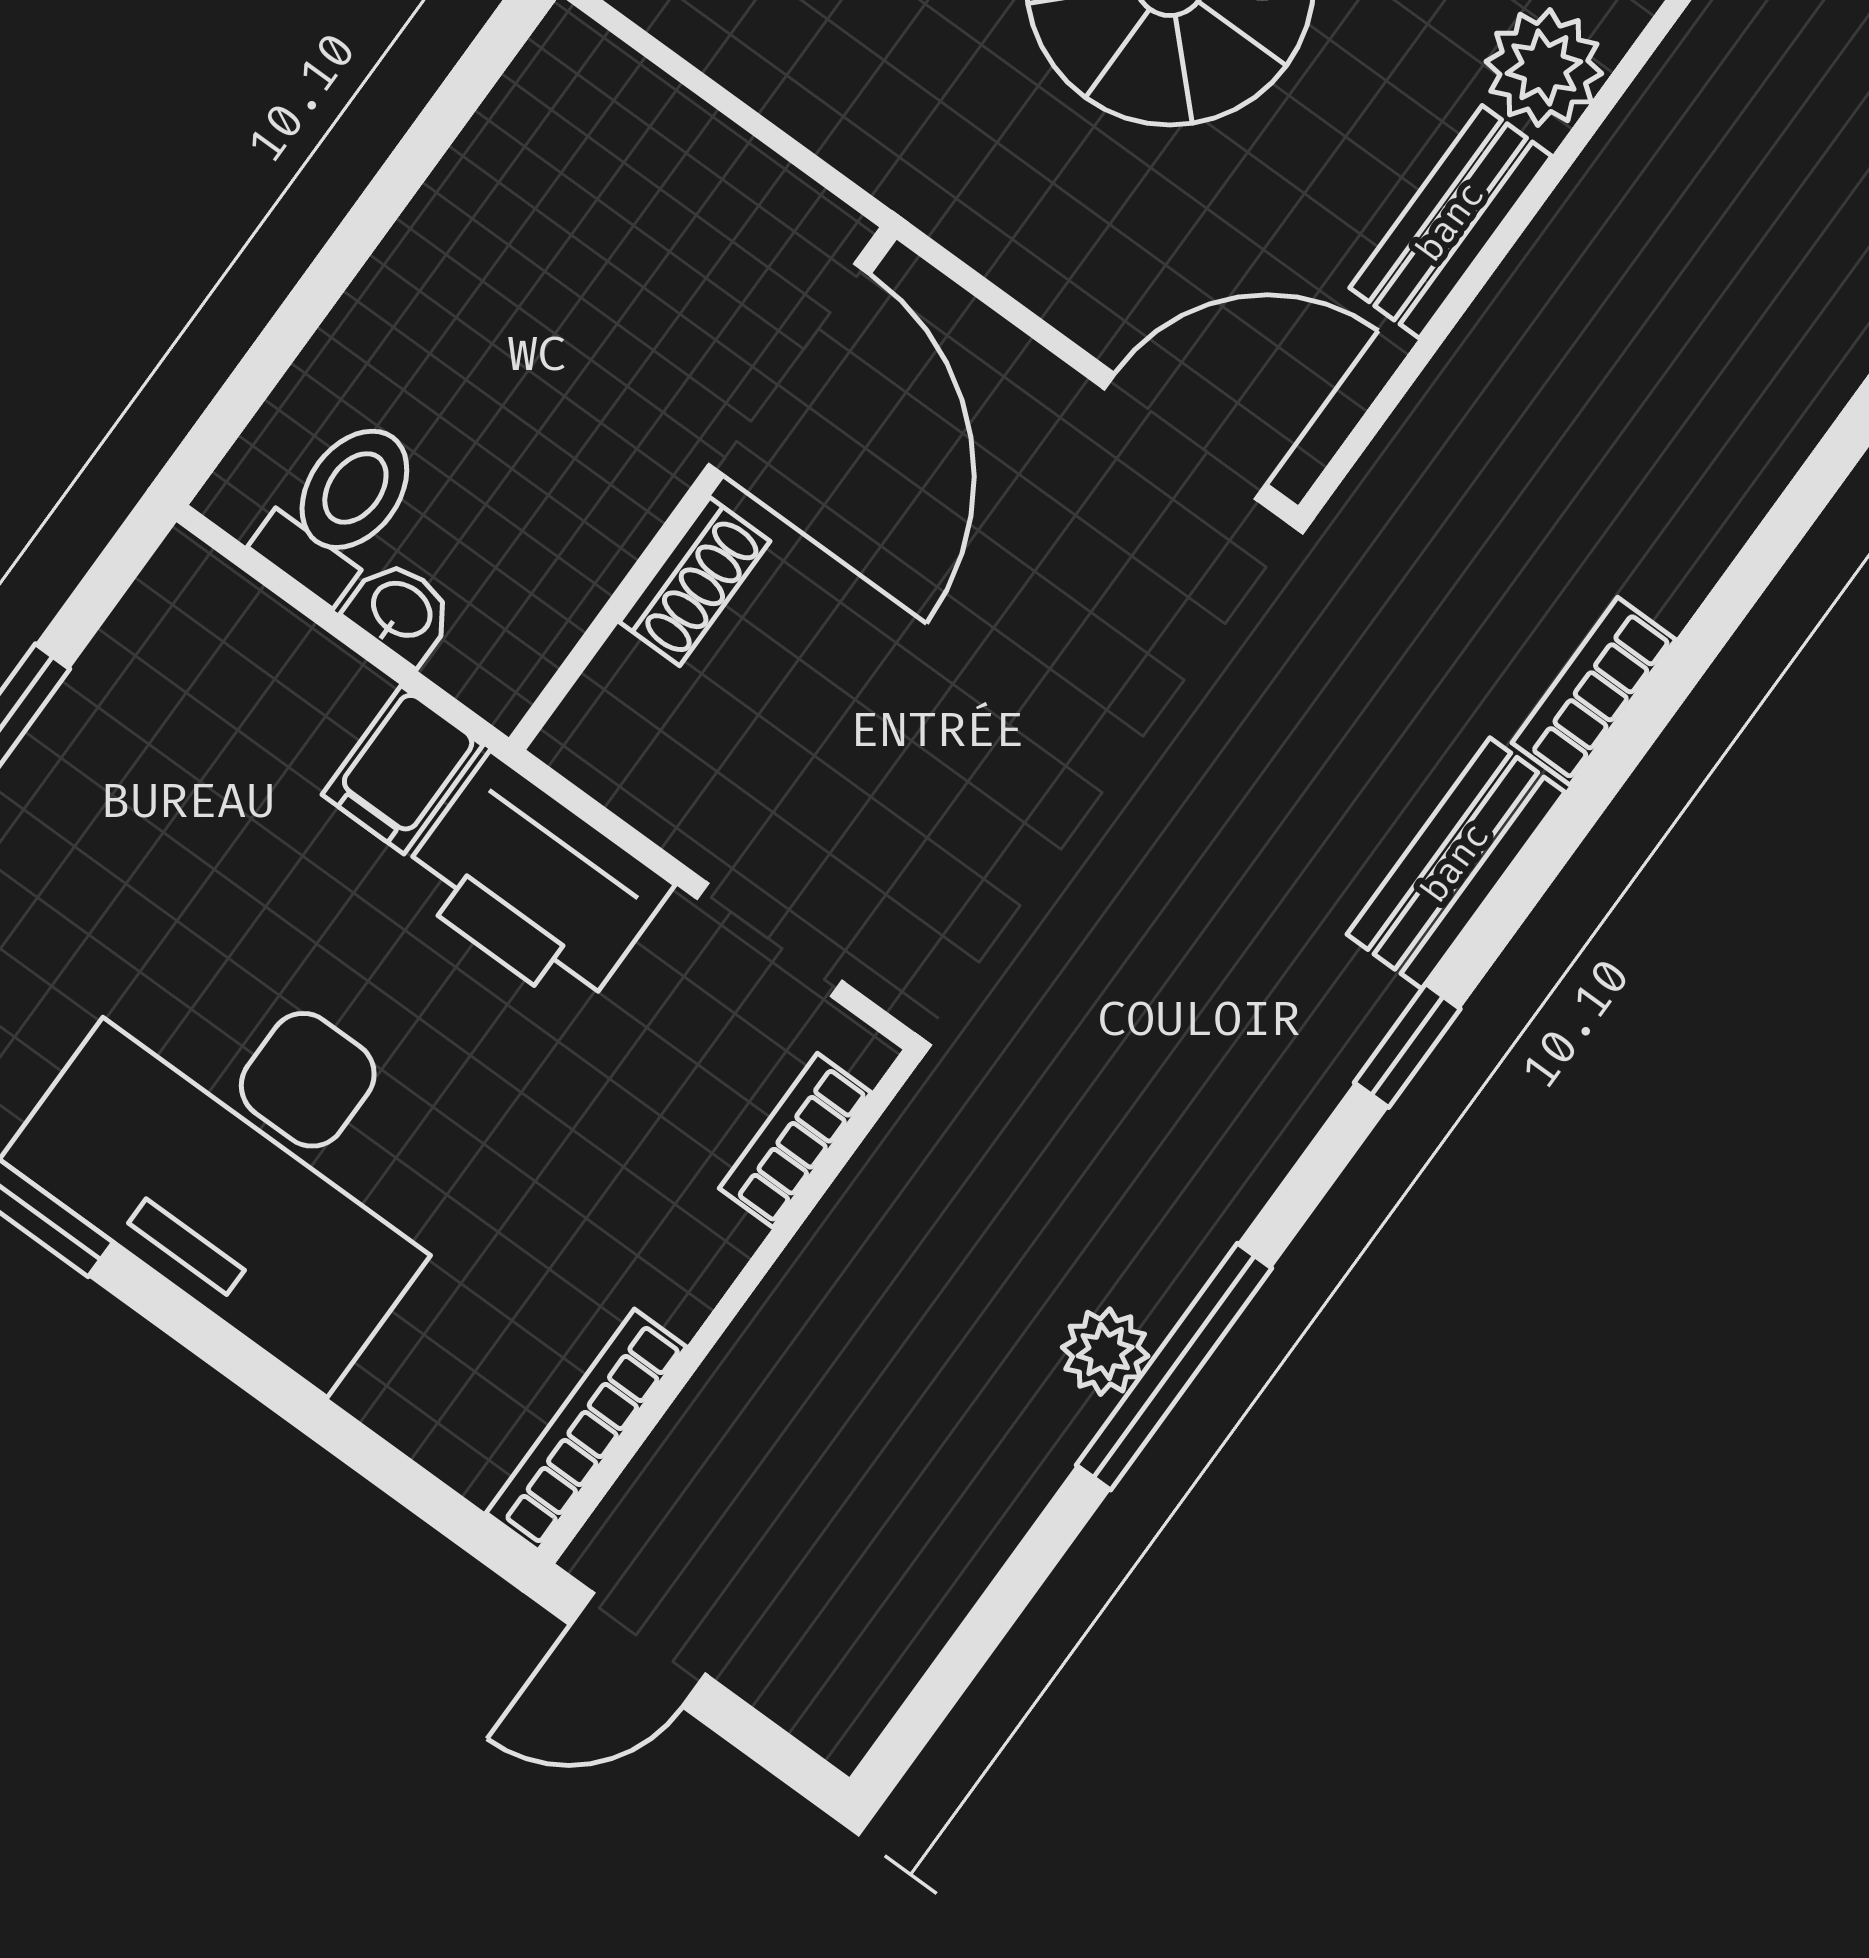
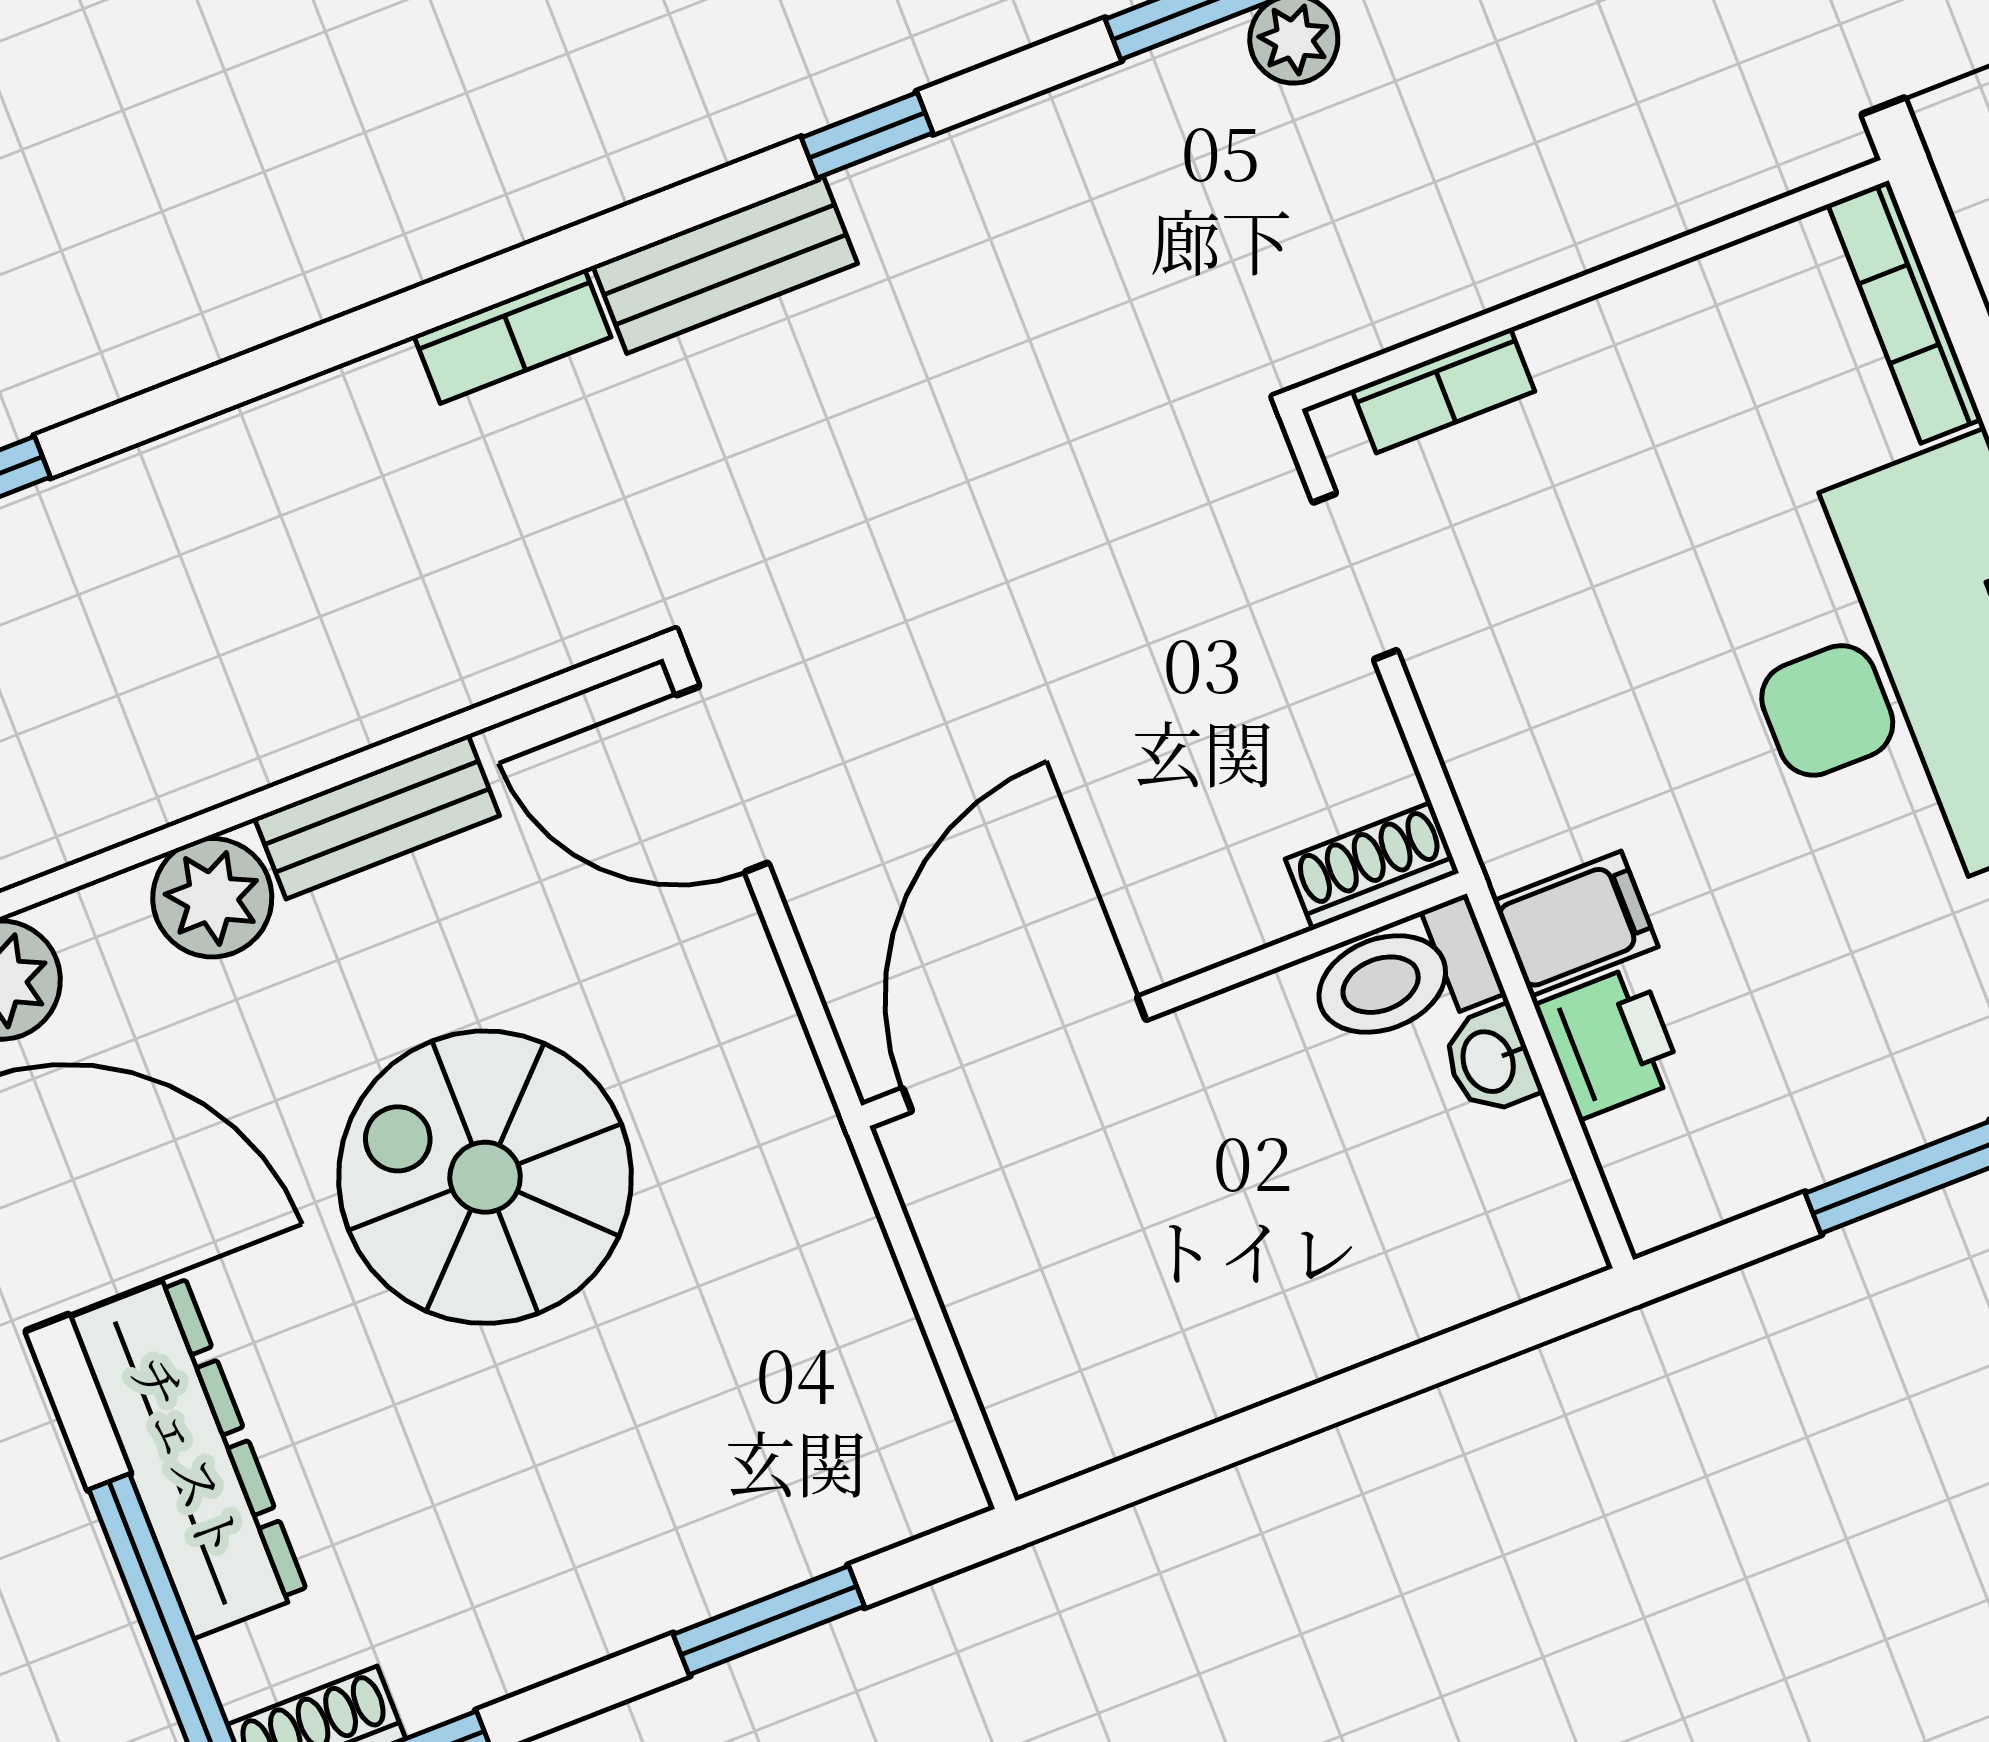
toilet: (341, 508) -> (1404, 976), moved
shoe rack: (695, 582) -> (1372, 866), moved
printer: (534, 884) -> (1609, 1042), moved, width x0.53, depth x0.68
bookcase: (586, 1430) -> (1905, 312), moved, turned 90

